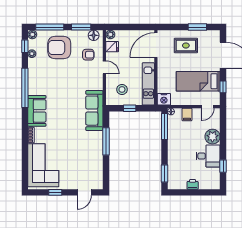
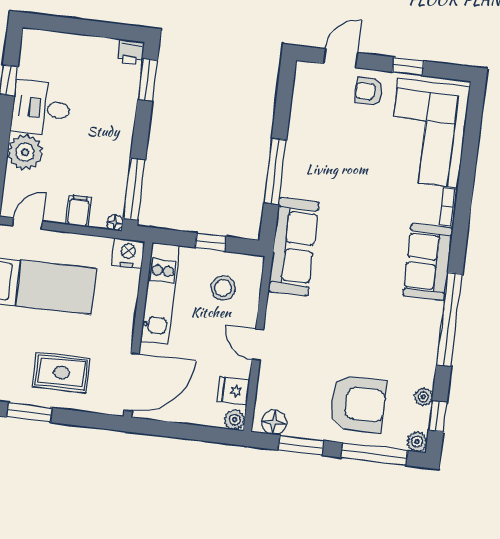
armchair: (88, 55) -> (369, 91), moved
printer: (193, 184) -> (131, 52), moved

